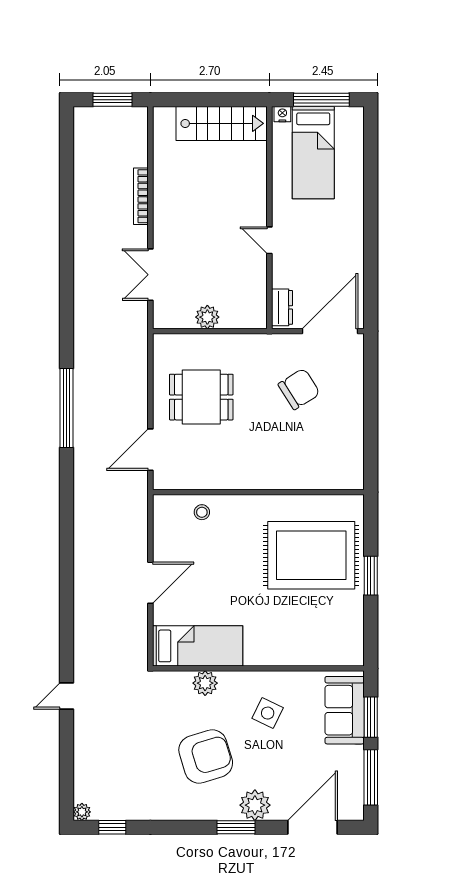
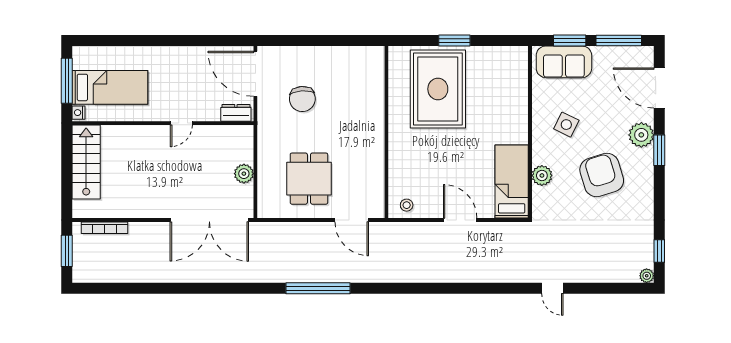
bookcase: (141, 196) -> (105, 228), moved
double door: (150, 275) -> (209, 220), width x1.87
chair: (299, 389) -> (302, 99), turned -152
stool: (202, 512) -> (407, 205), moved

